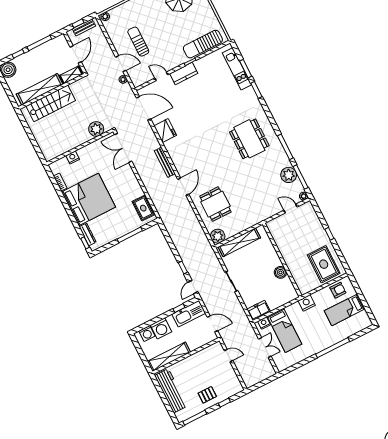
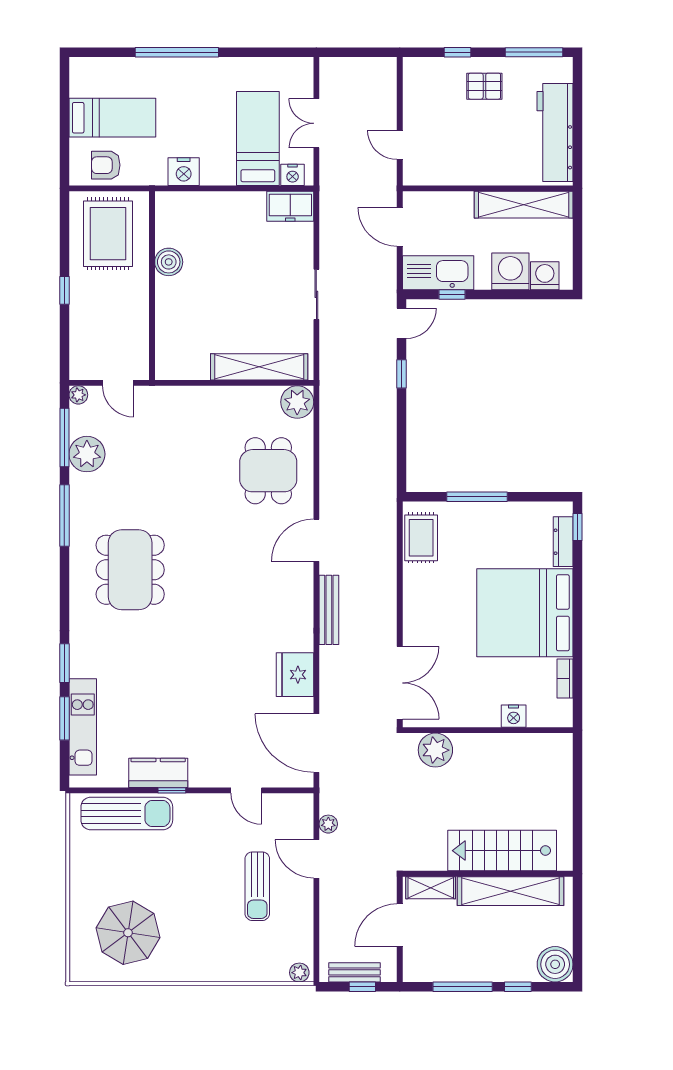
kitchen counter: (184, 73) -> (158, 773), moved
wall: (282, 260) -> (152, 286), moved
boiler: (280, 272) -> (169, 262), moved

